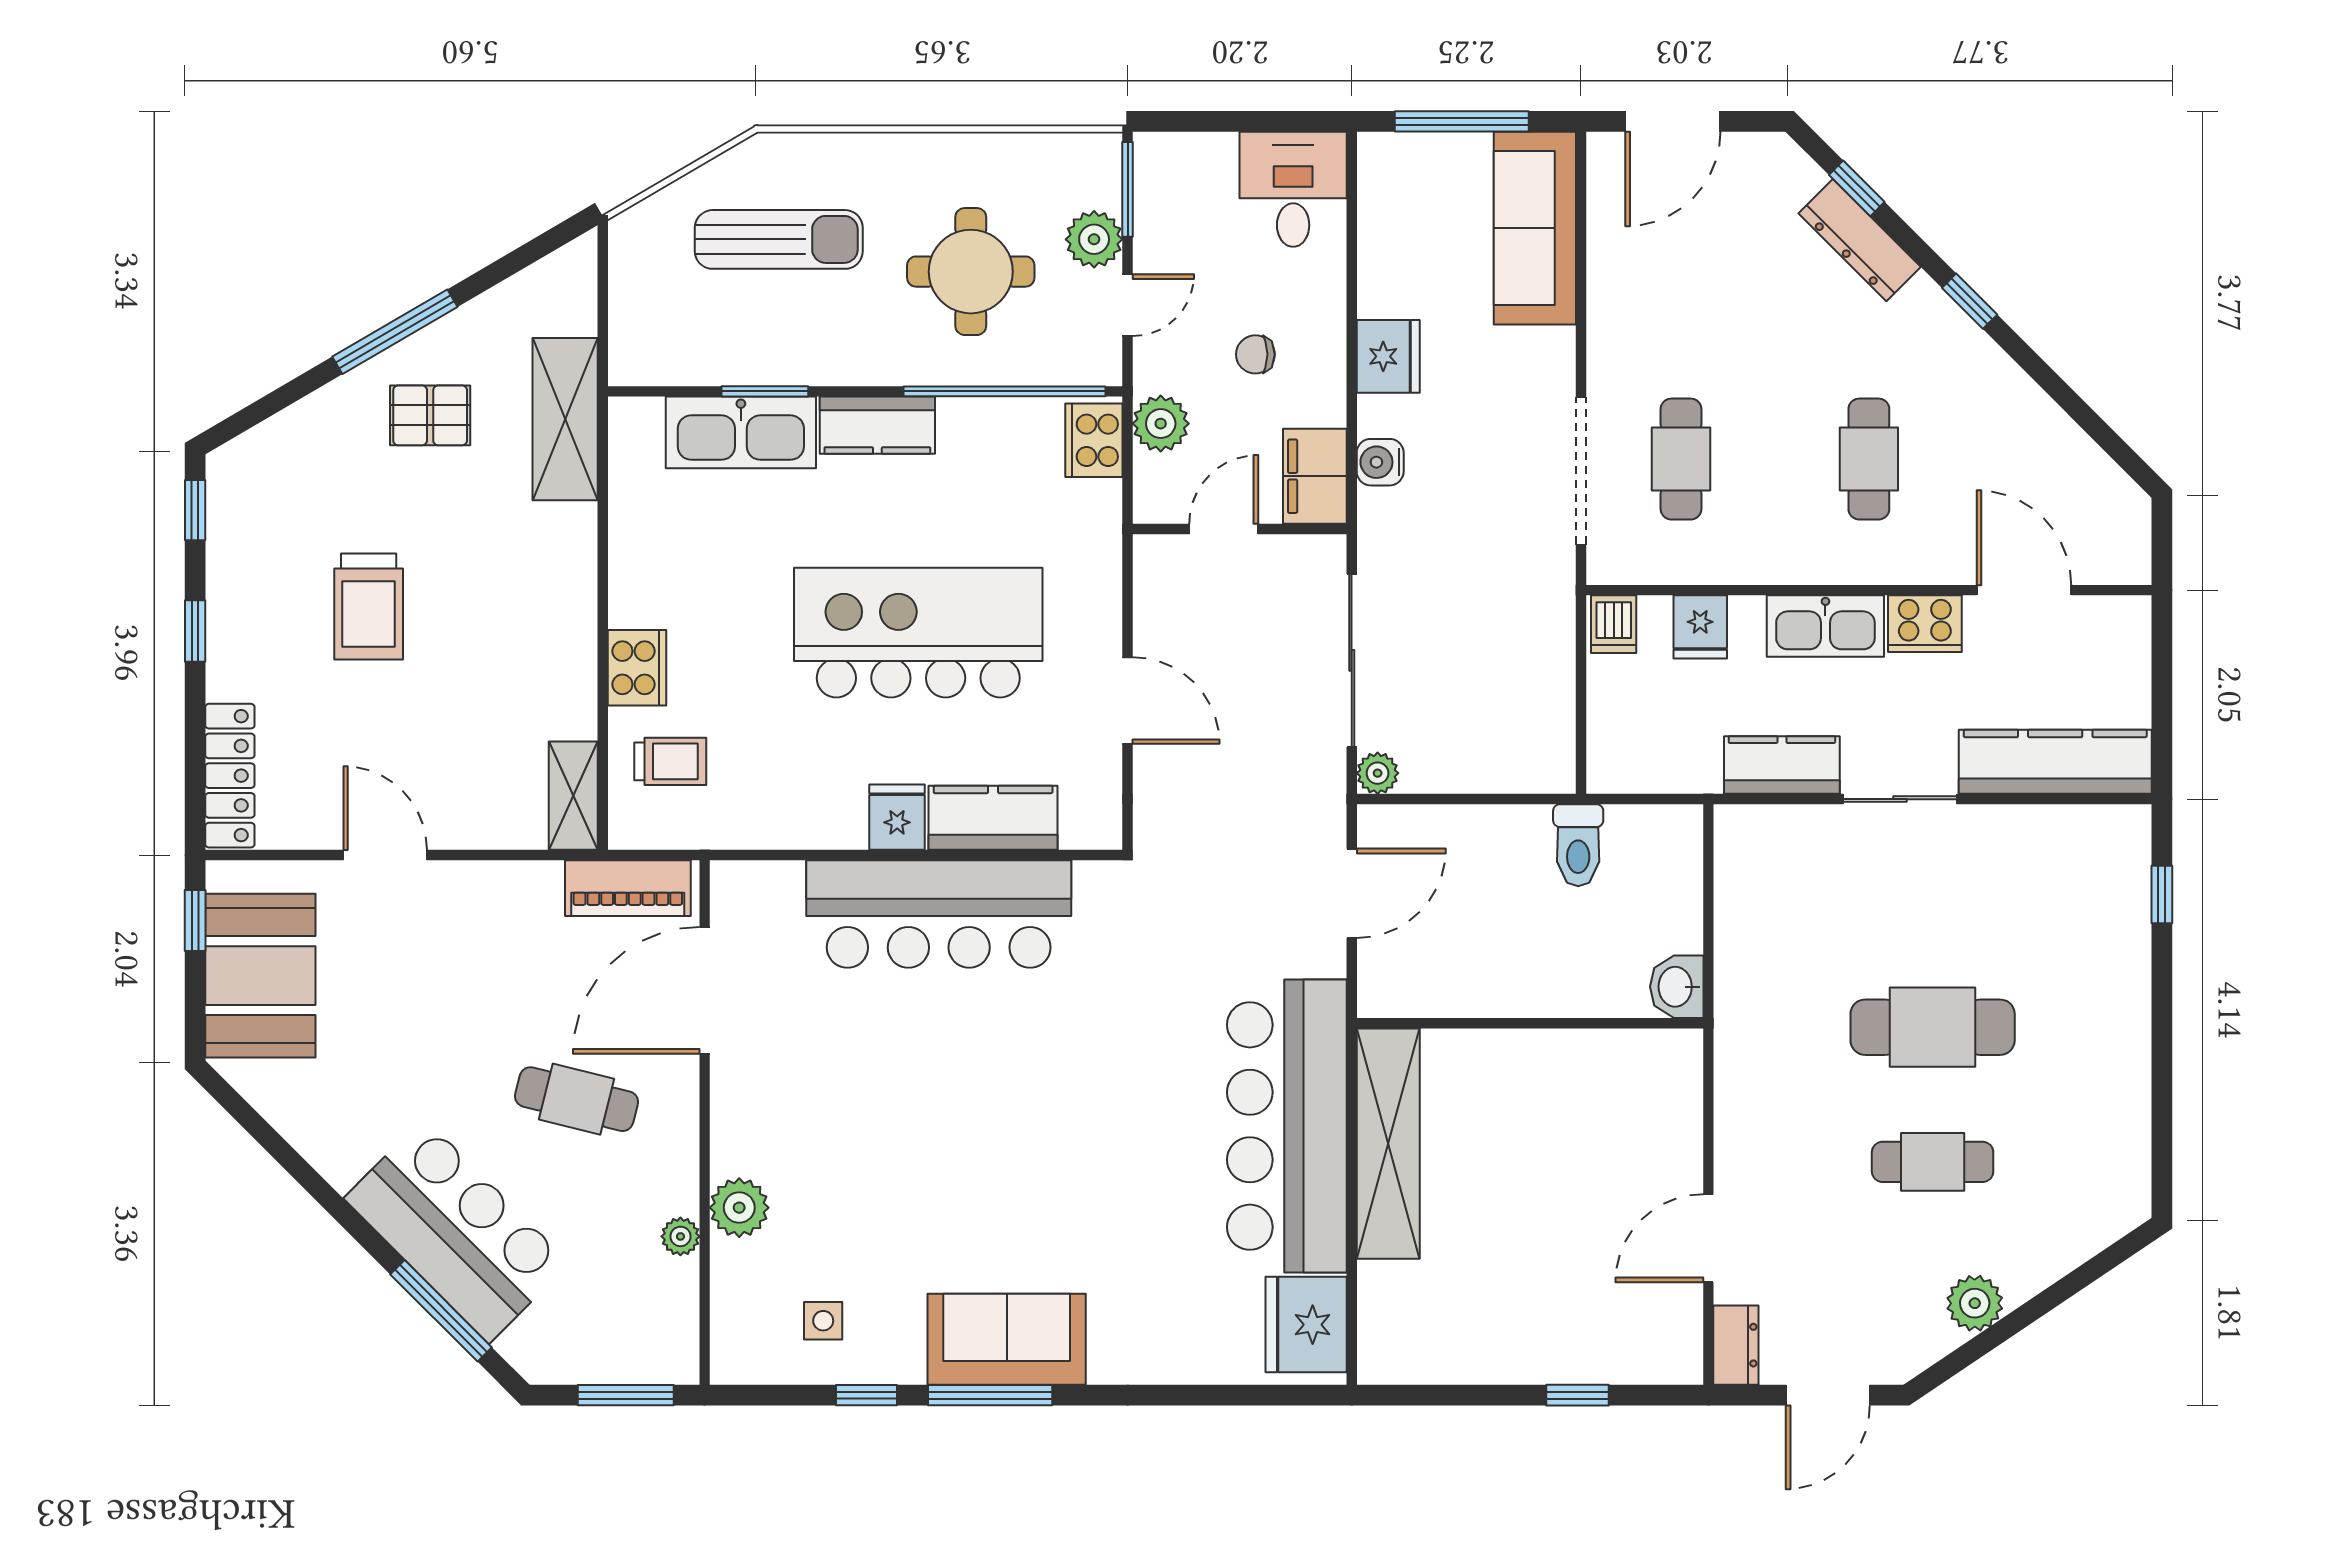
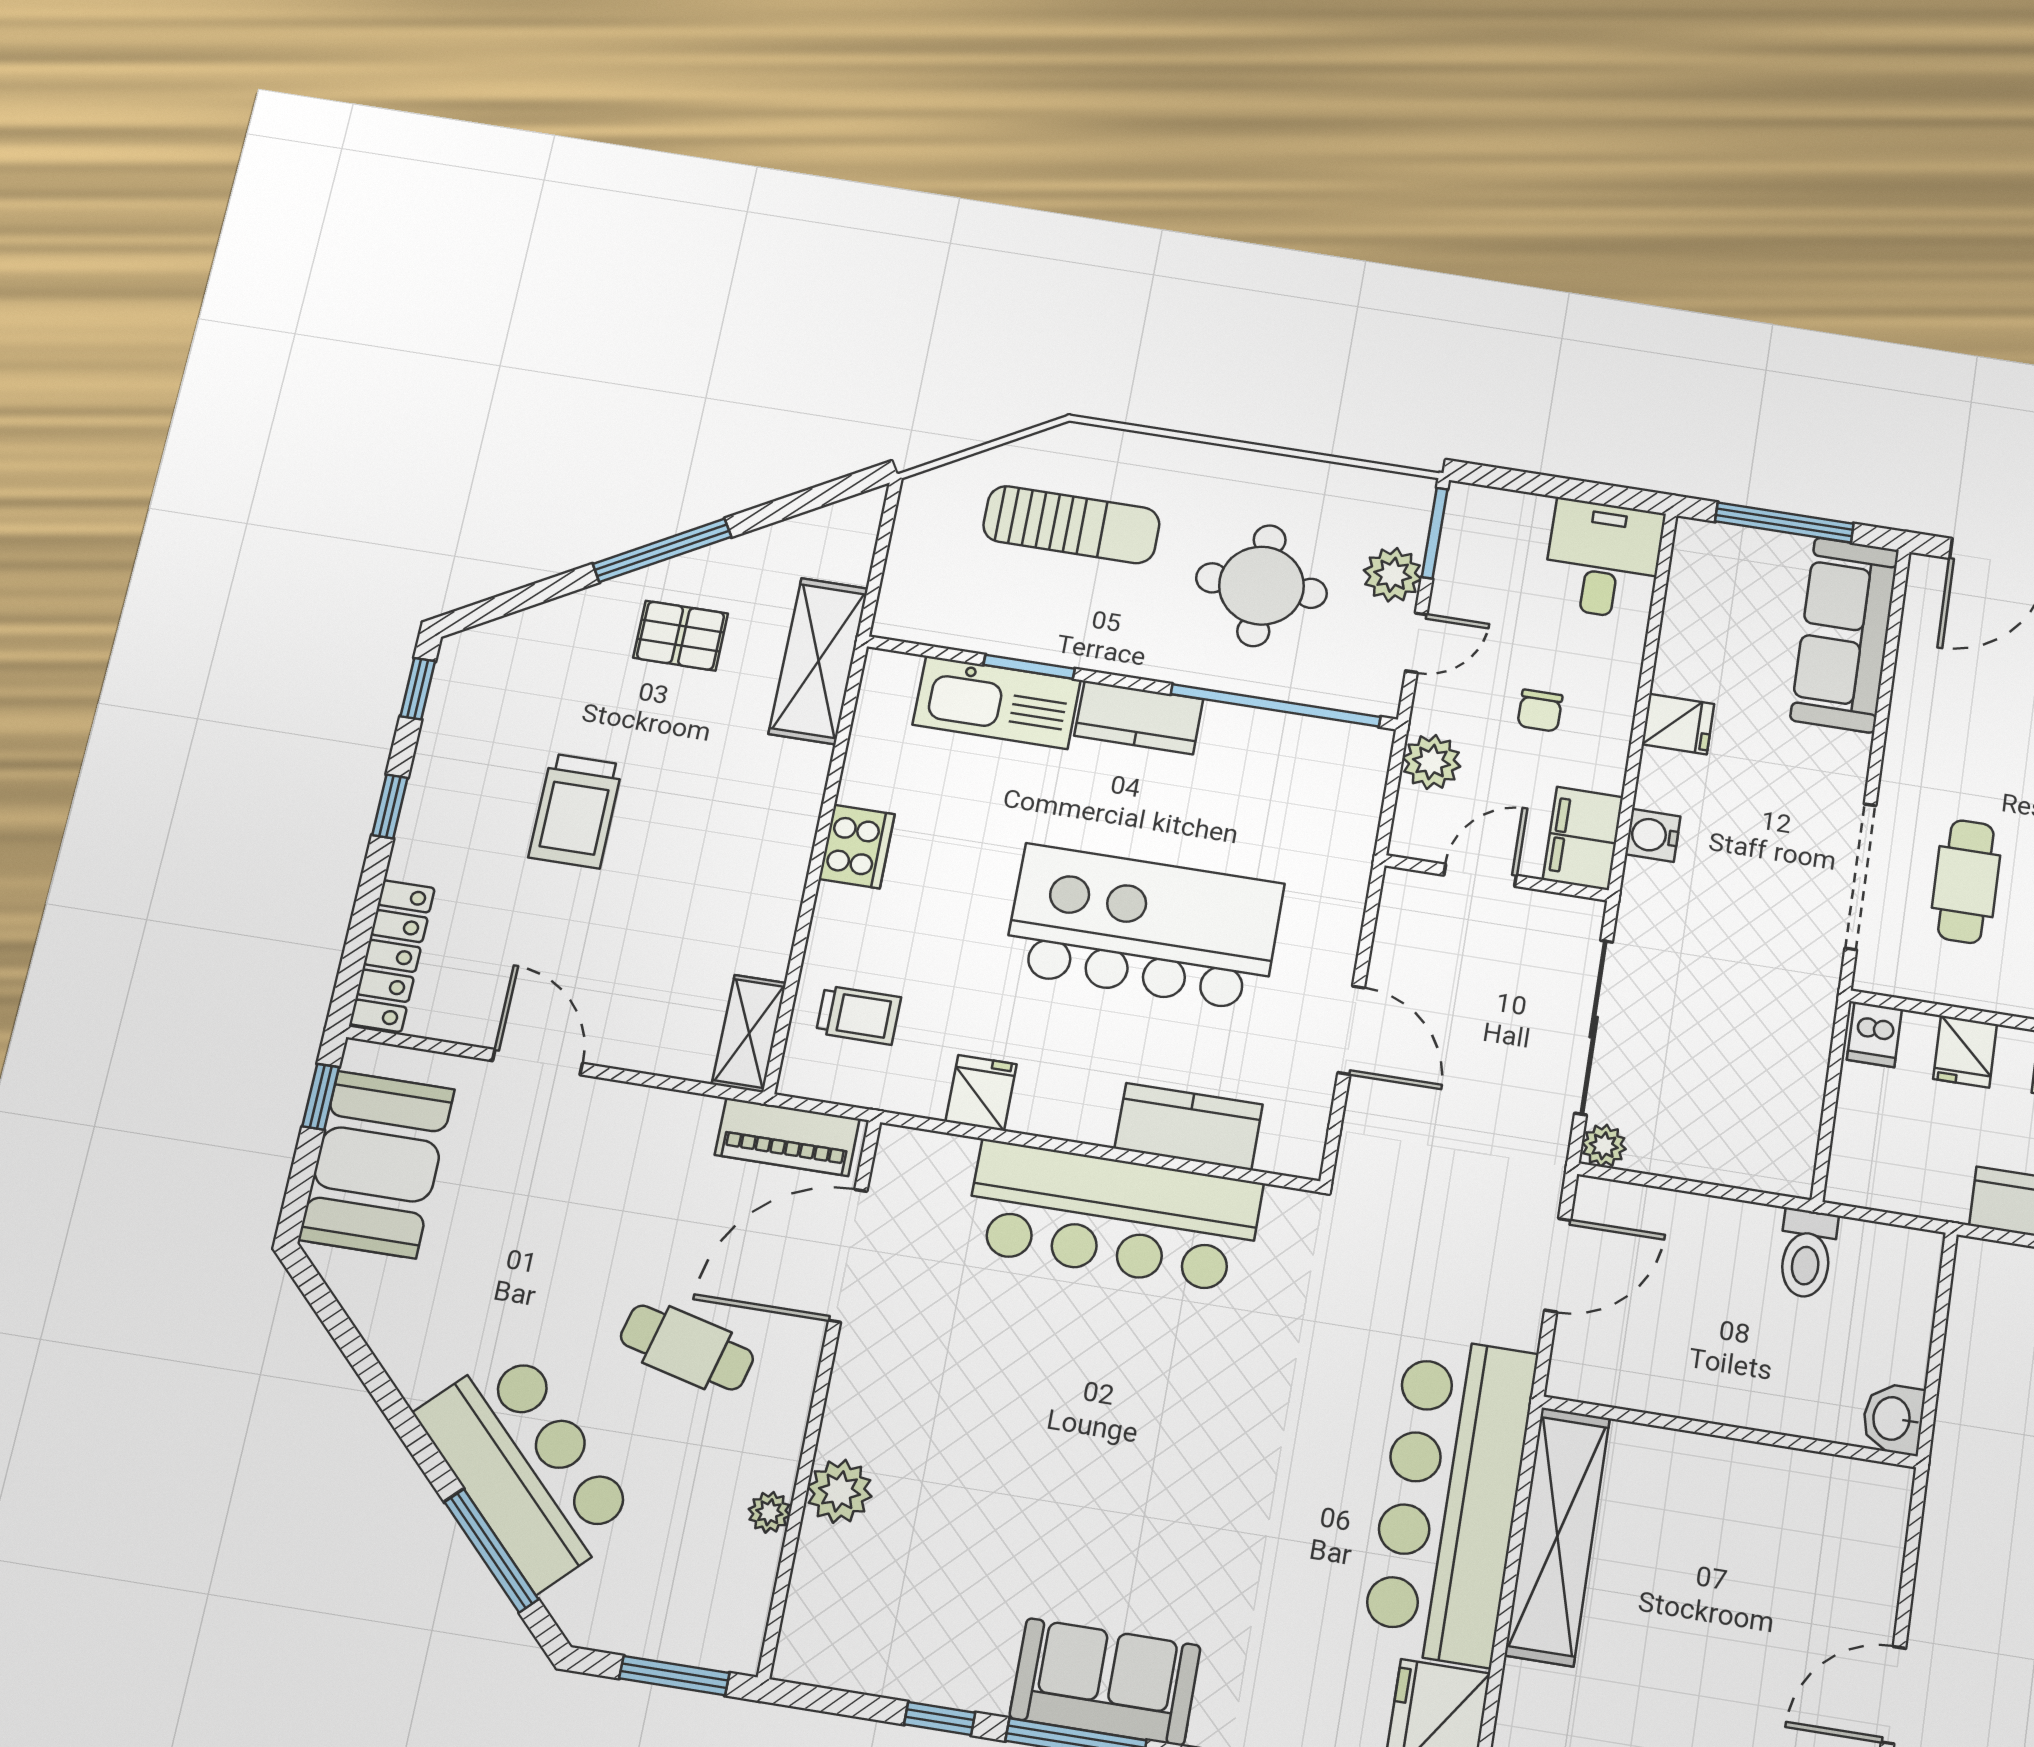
chair: (1255, 354) -> (1540, 711), turned -90
fridge: (1388, 356) -> (1678, 724), width x0.72
cooker: (1094, 440) -> (1360, 767), removed
cooker: (637, 668) -> (857, 847), moved
fridge: (897, 817) -> (981, 1093), moved
side table: (823, 1321) -> (907, 1629), removed

